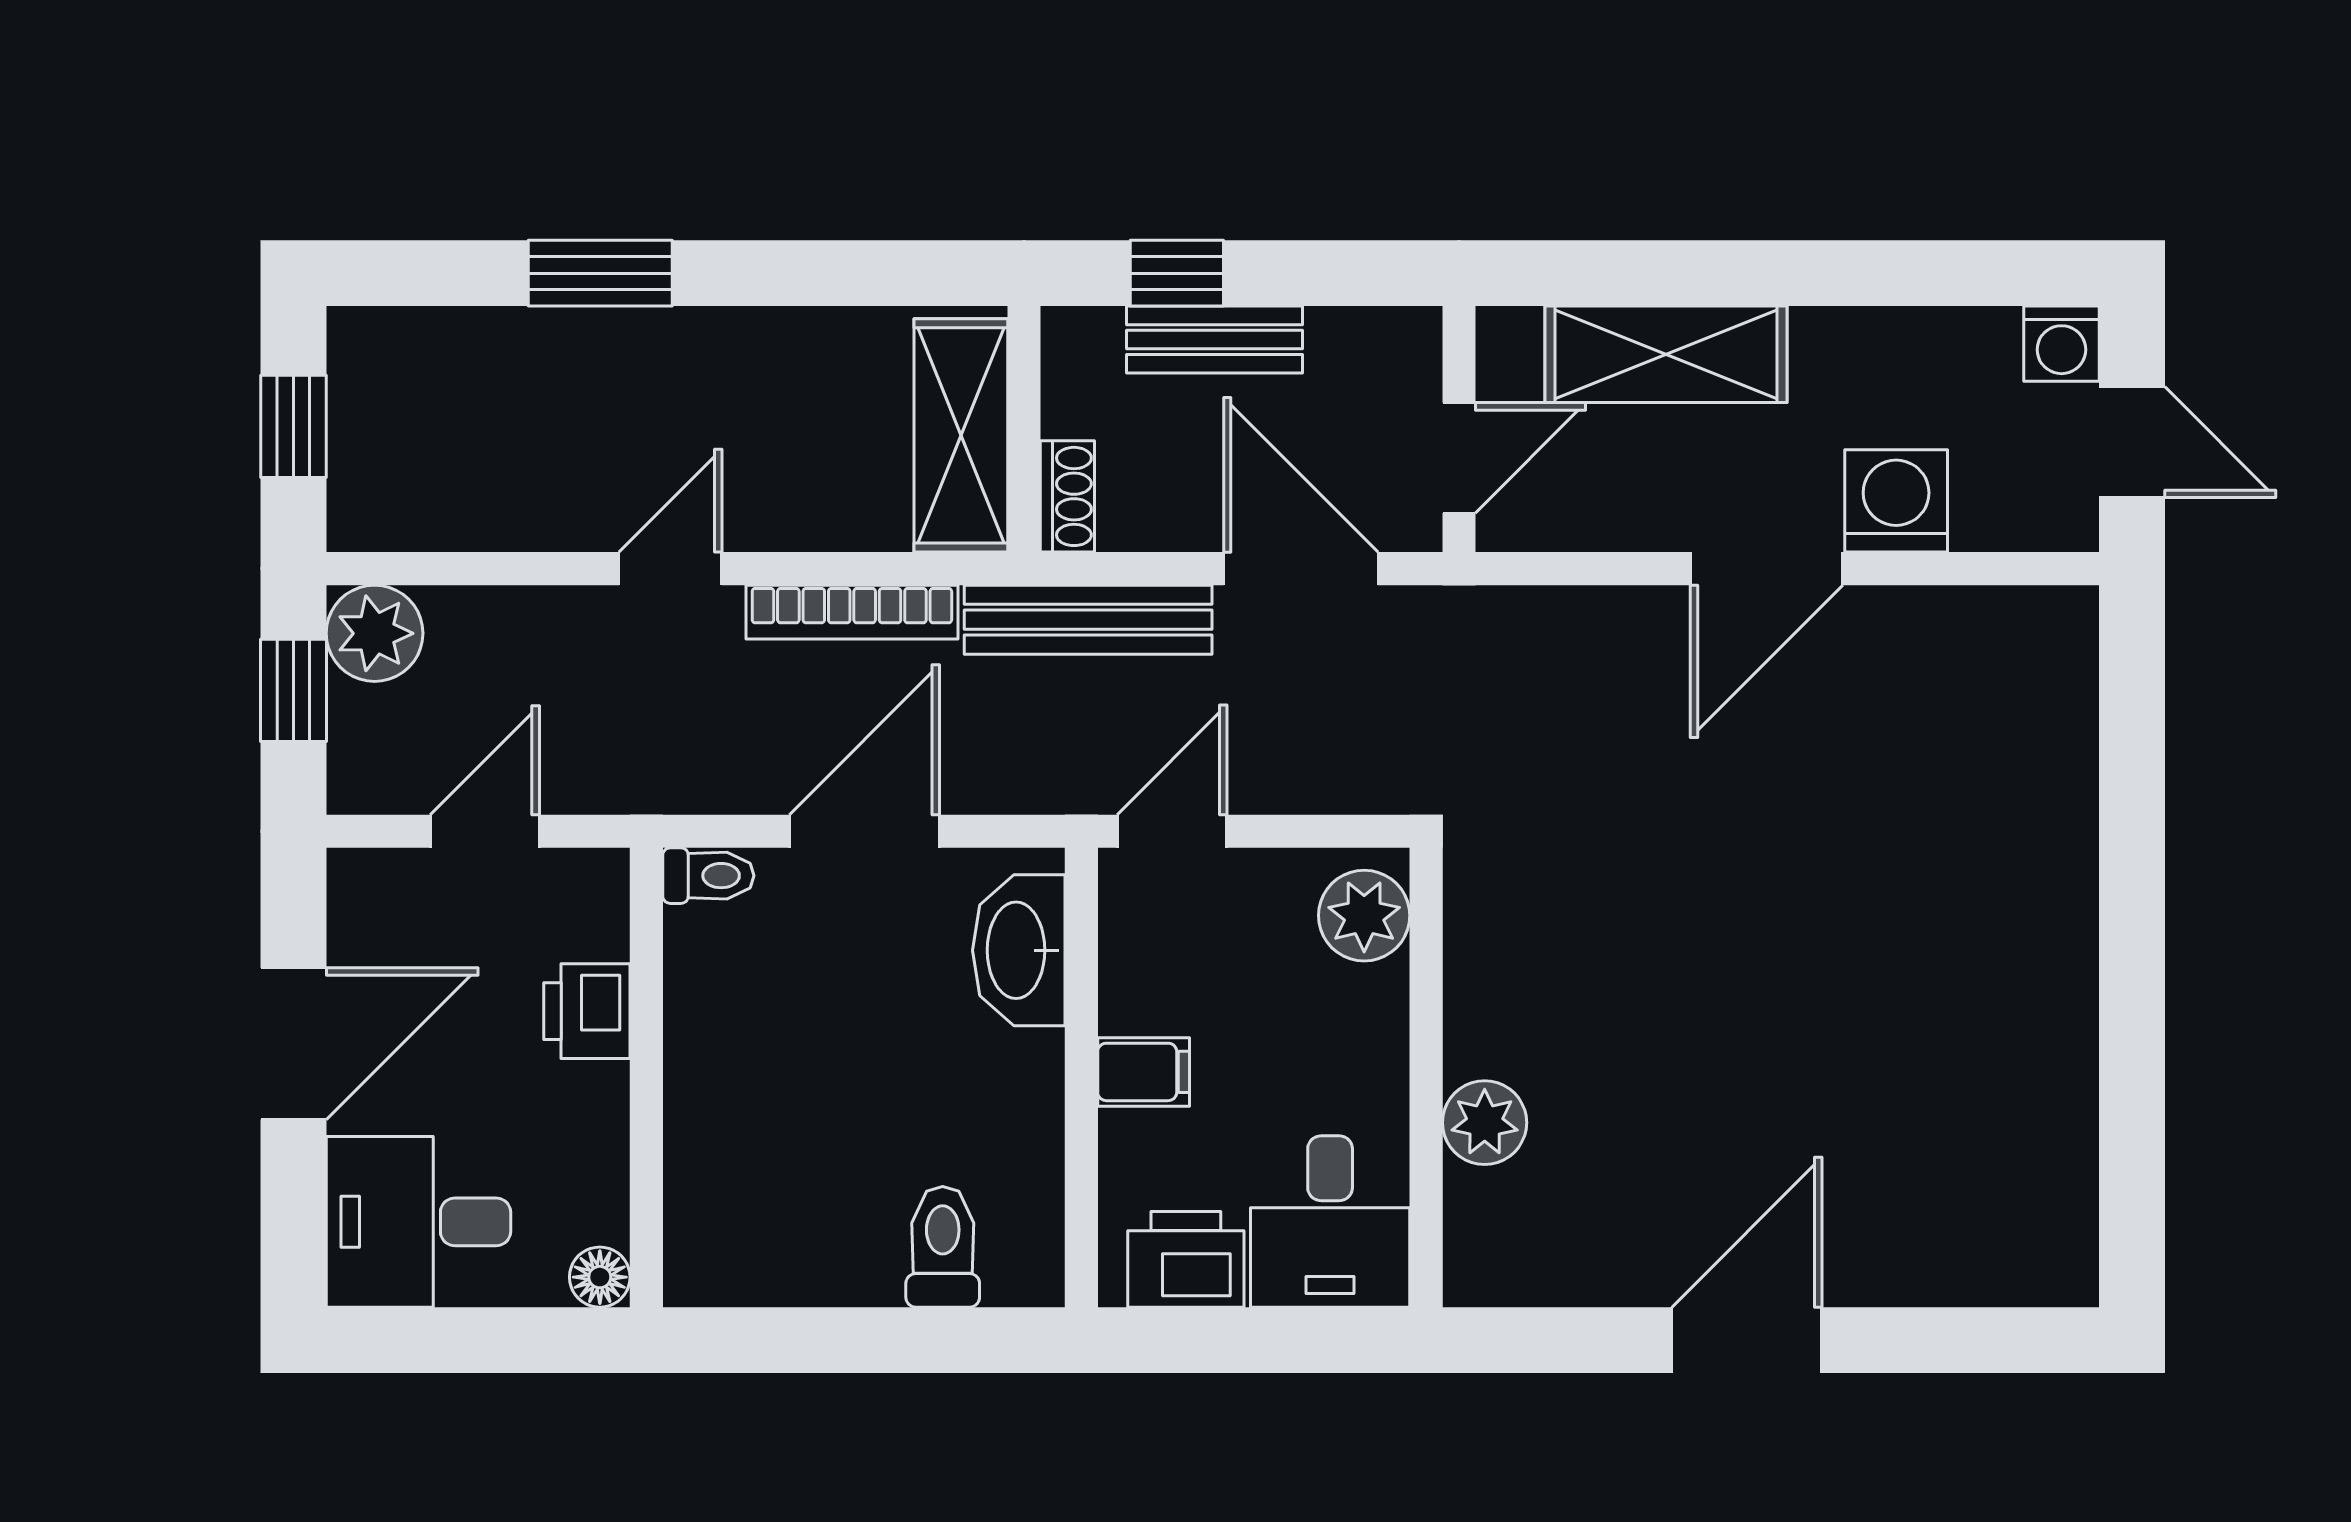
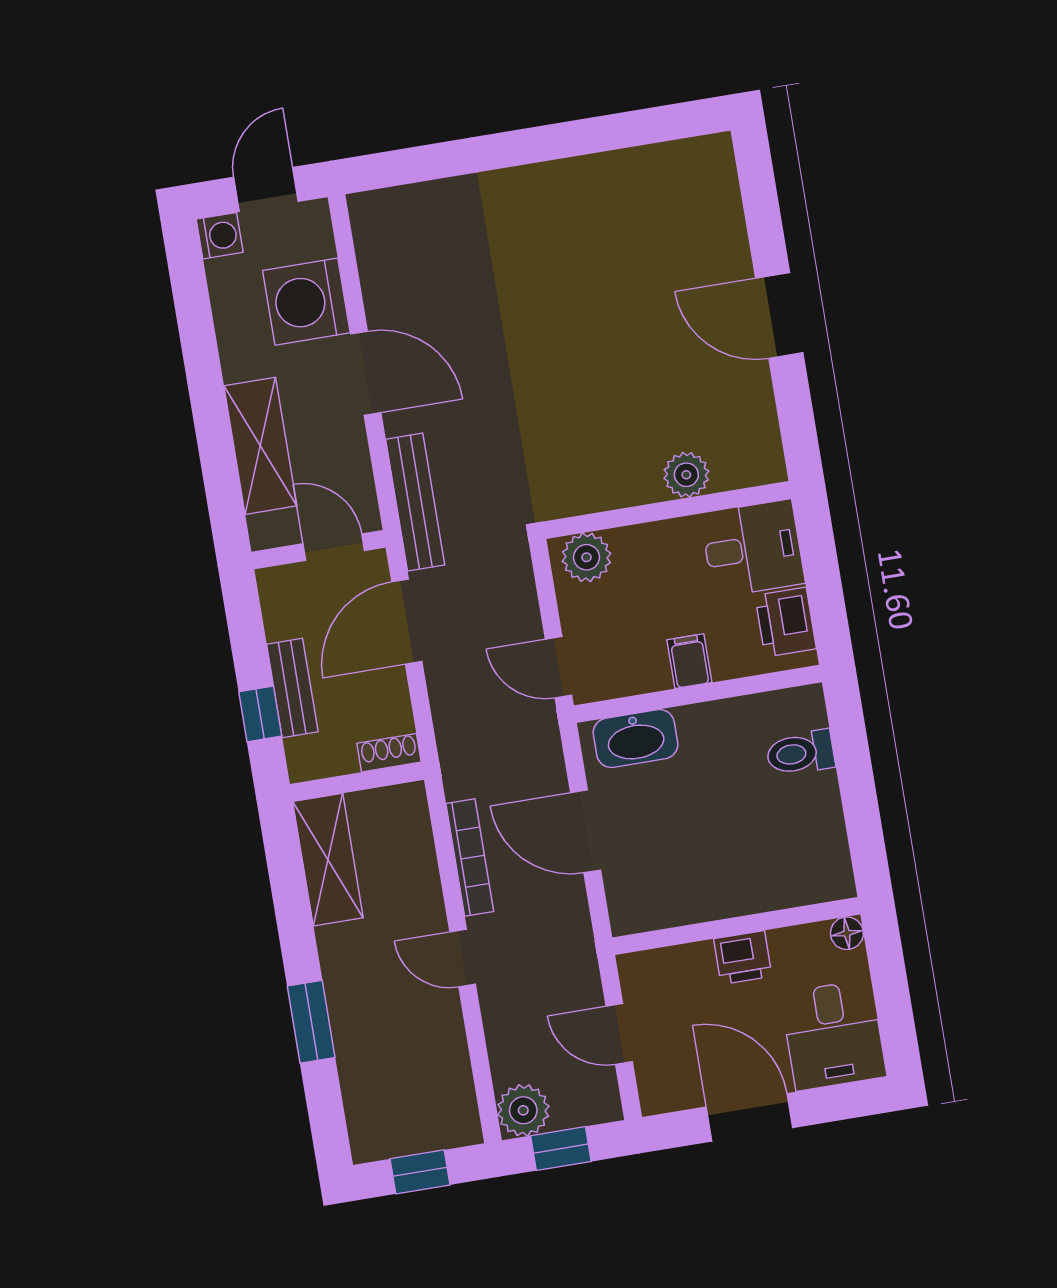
shelving: (961, 435) -> (328, 860), moved, turned 90
washing machine: (1896, 501) -> (306, 302), width x1.37, depth x1.37
bench: (1088, 620) -> (415, 502), moved
toilet: (708, 876) -> (623, 911), removed
printer: (587, 1011) -> (743, 958), moved

